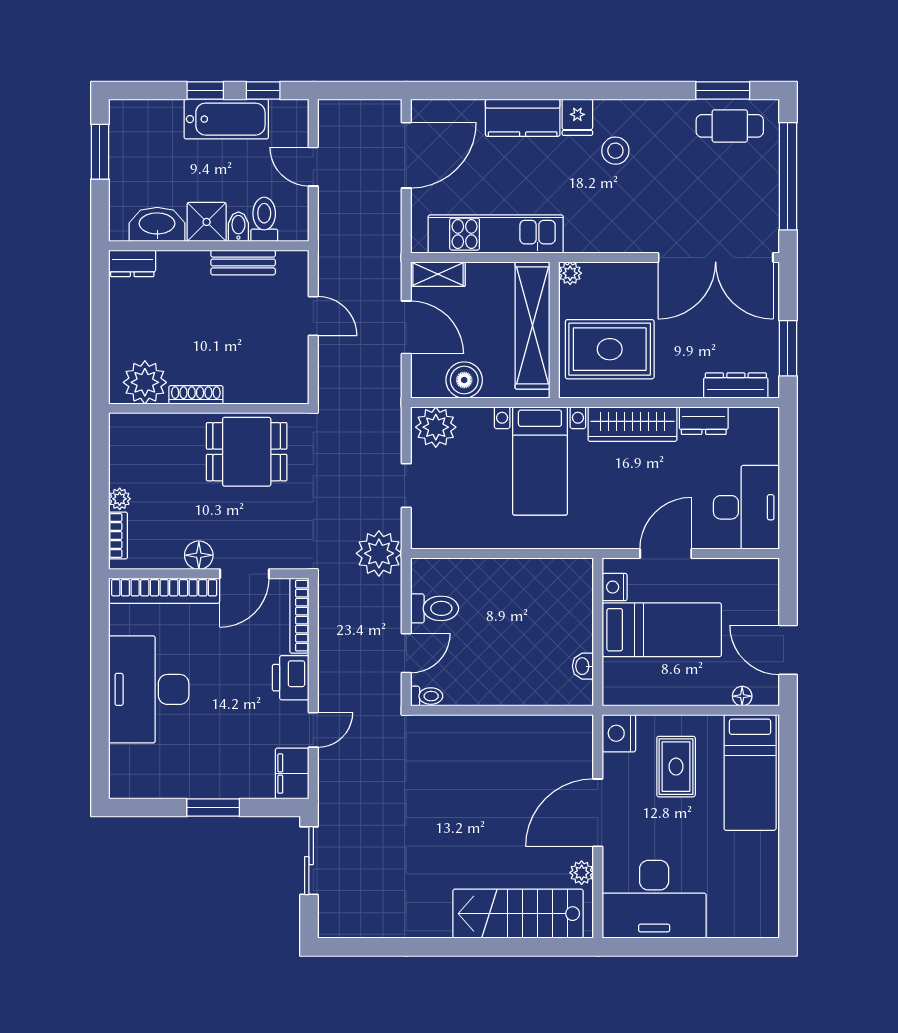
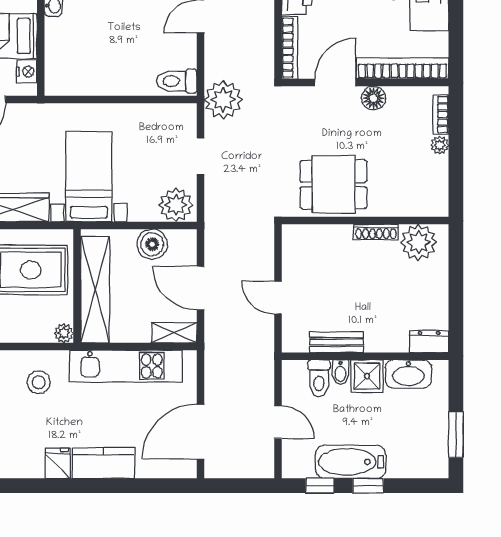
stool: (615, 151) -> (39, 382), moved
toilet: (435, 608) -> (177, 81), moved

